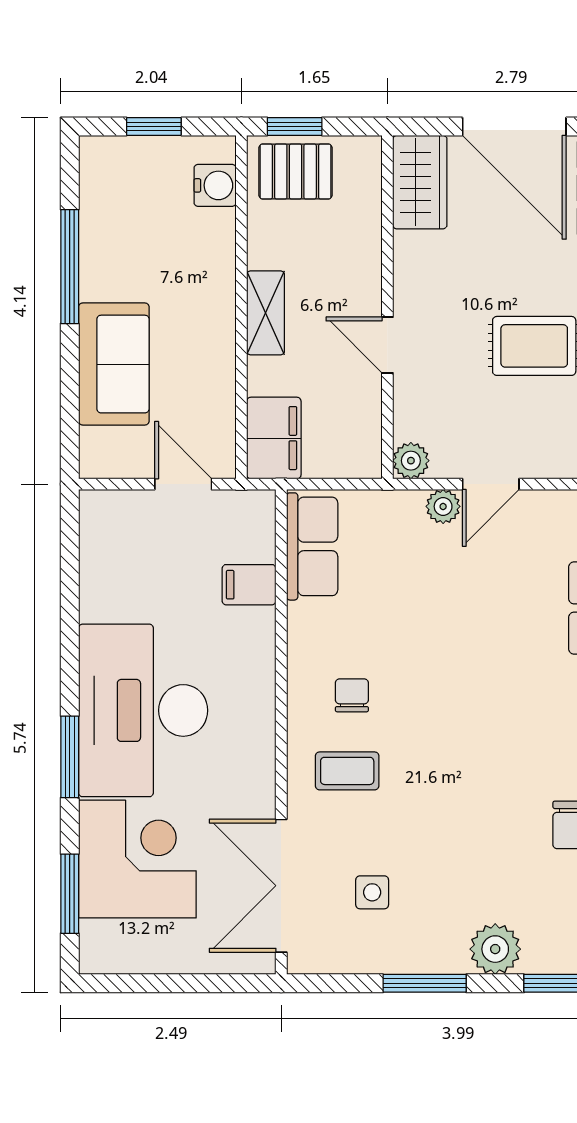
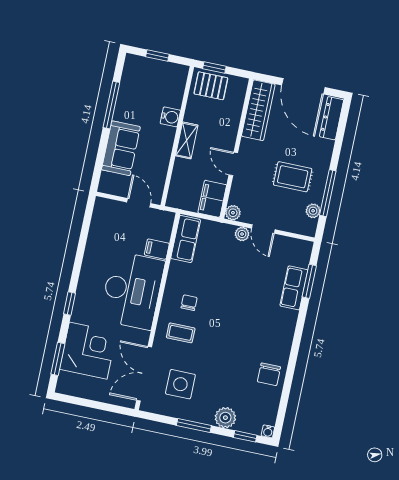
wardrobe: (420, 182) -> (258, 110), width x1.50
water cooler: (215, 185) -> (170, 117), moved
filing cabinet: (274, 438) -> (212, 199), moved, turned 180
door: (491, 484) -> (263, 229), hinge flipped
desk: (143, 710) -> (132, 290), moved, turned 180
window: (70, 757) -> (70, 304), width x0.67
side table: (372, 892) -> (180, 384), width x1.87, depth x1.87

